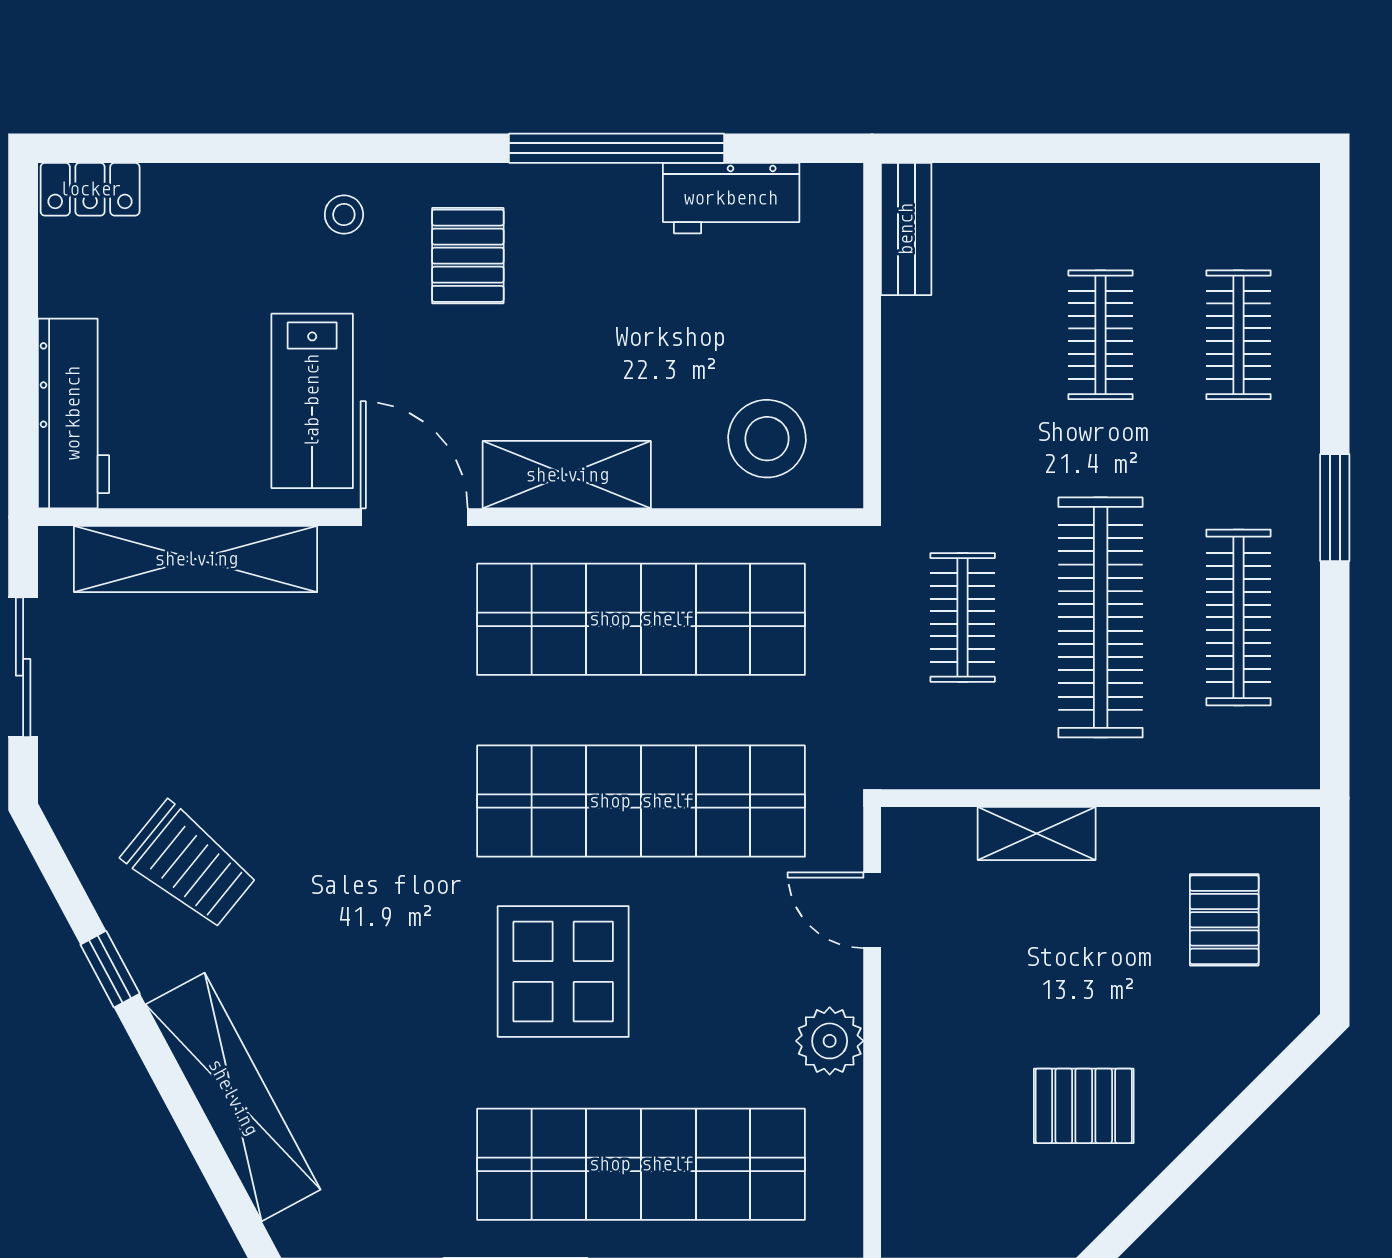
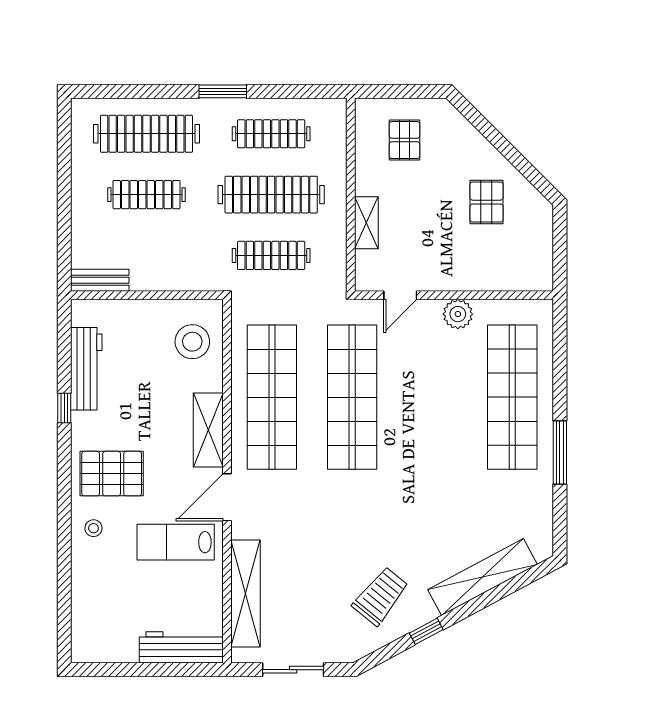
window: (616, 148) -> (64, 408), width x0.32
locker: (90, 189) -> (82, 640), removed
workbench: (731, 198) -> (86, 369), width x1.38
pallet: (468, 256) -> (112, 474), width x1.50, depth x1.42
clothes rail: (1101, 335) -> (147, 195), width x1.36
clothes rail: (1238, 335) -> (147, 134), width x1.86, depth x1.31
lab bench: (312, 401) -> (176, 542), turned 180
clothes rail: (963, 617) -> (271, 255), width x1.36
pallet: (1224, 920) -> (404, 140), turned 90
display table: (563, 971) -> (427, 432), removed

